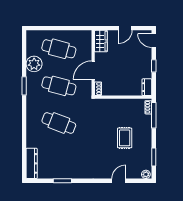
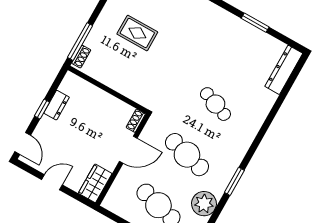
dresser: (147, 87) -> (57, 105), moved
cafe table: (59, 123) -> (215, 104), width x0.73, depth x0.74
rug: (125, 138) -> (137, 33), turned 90

